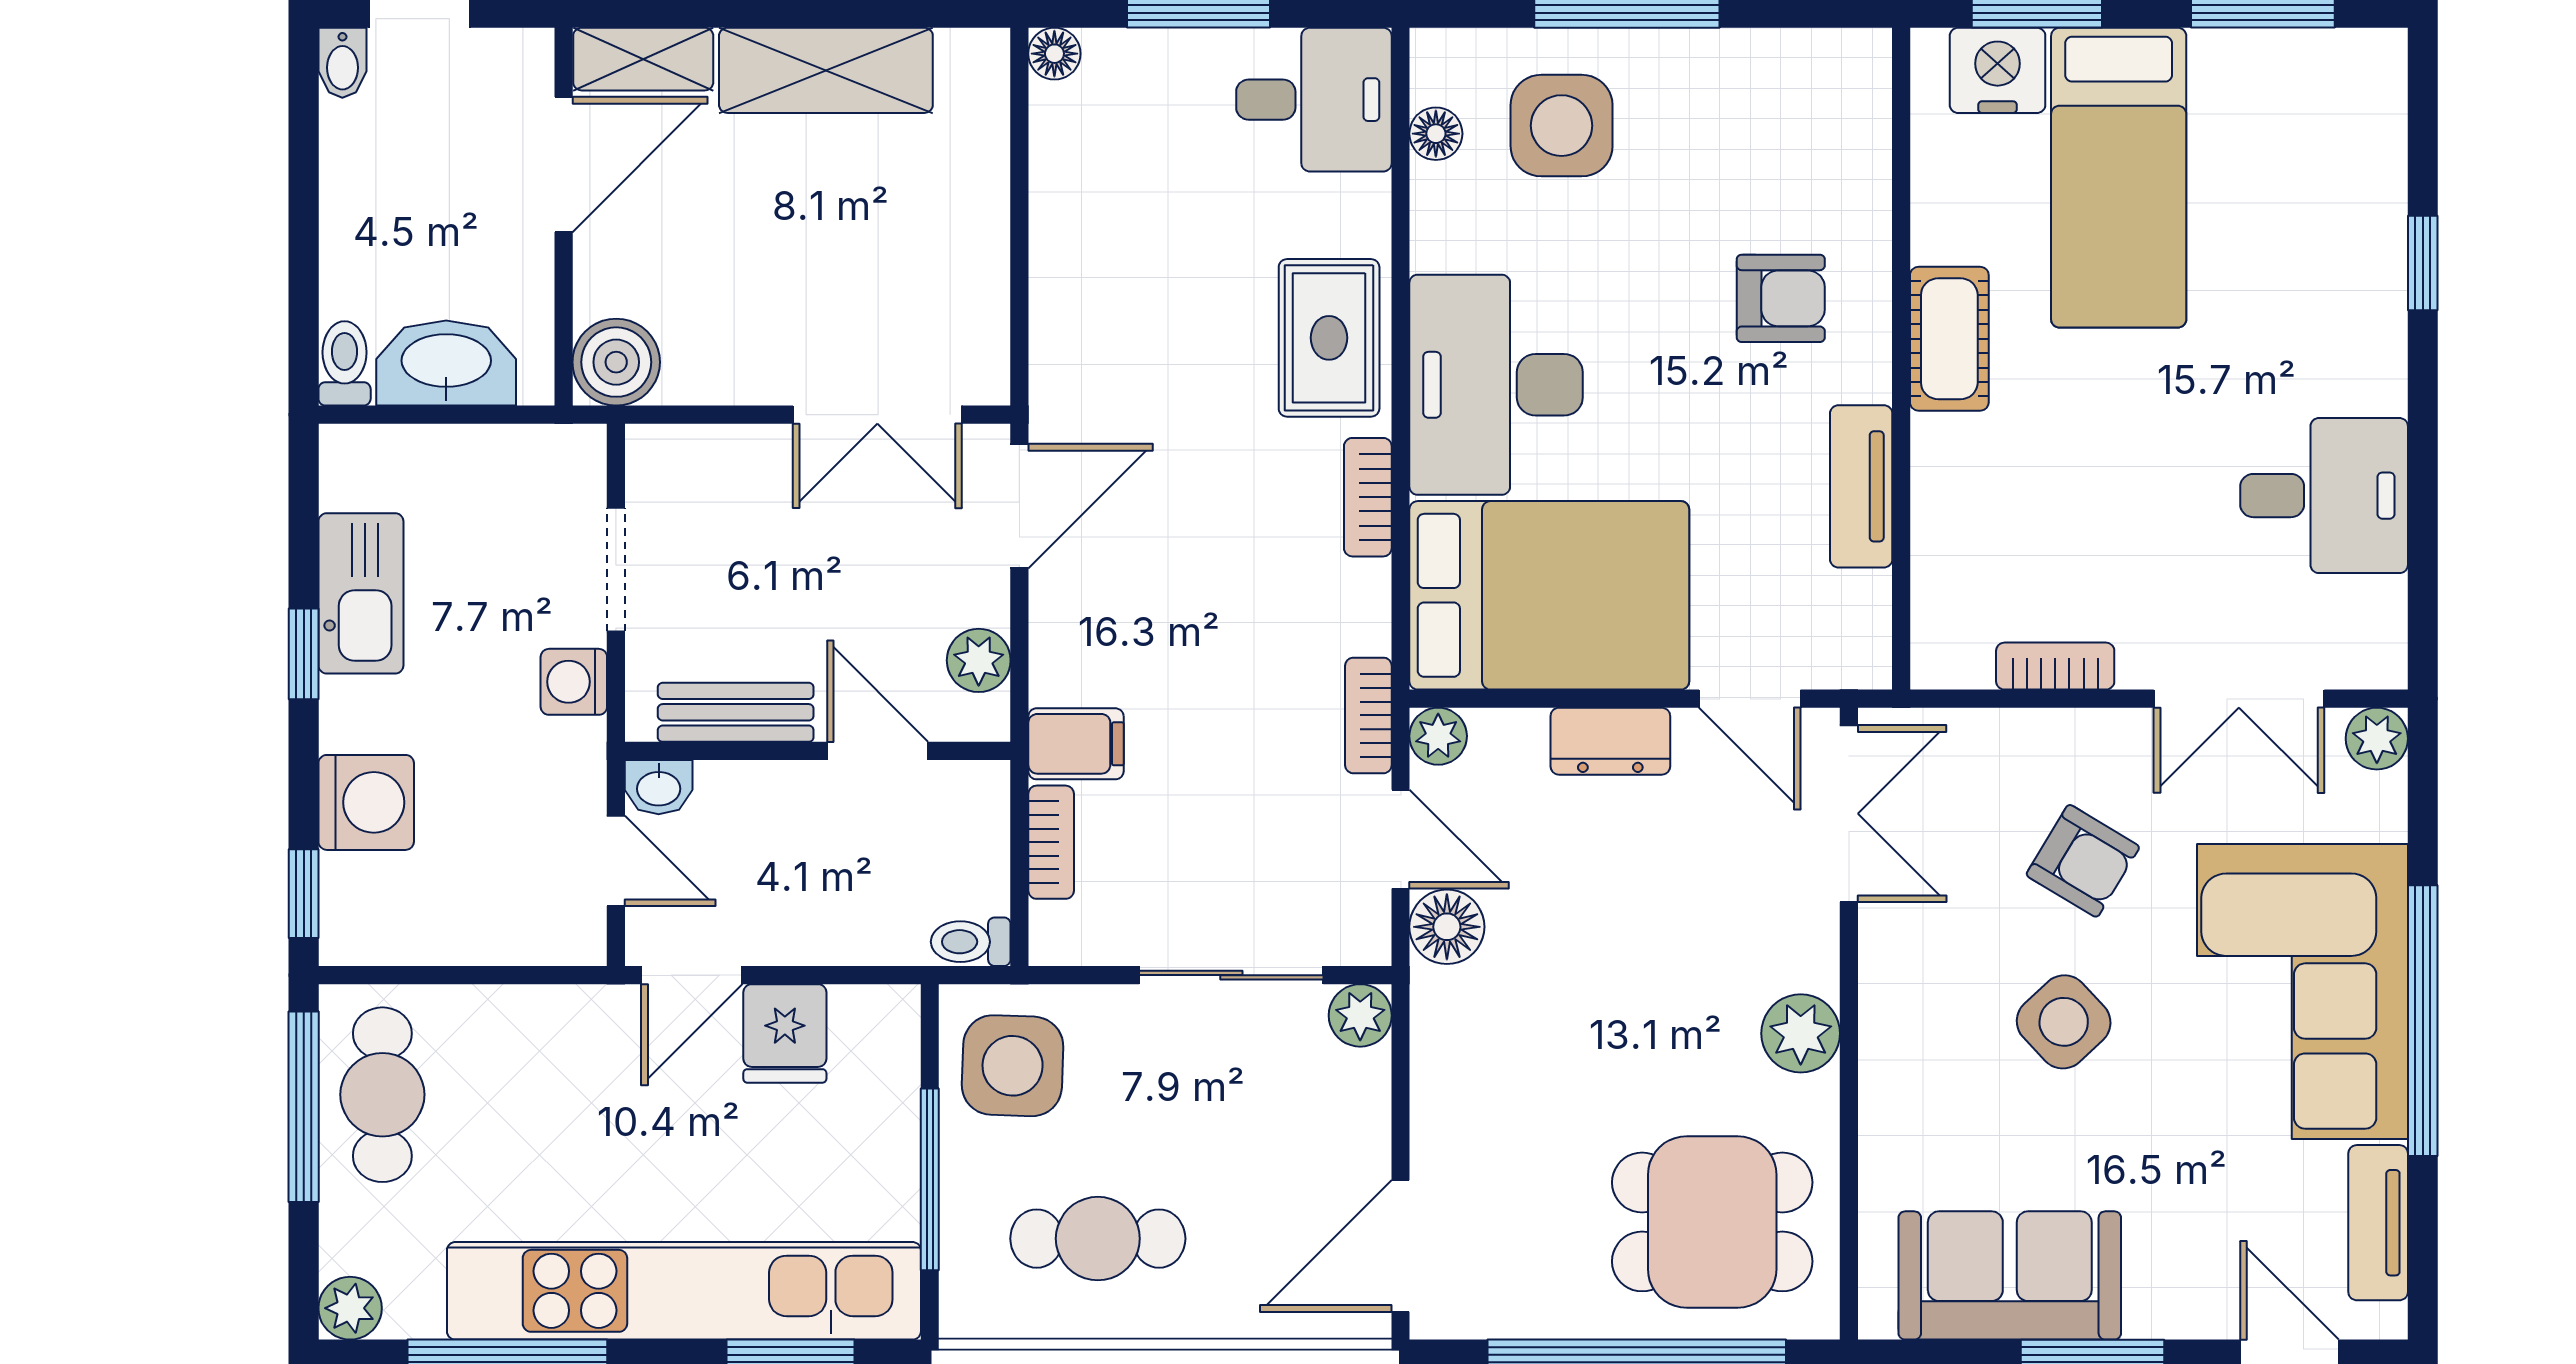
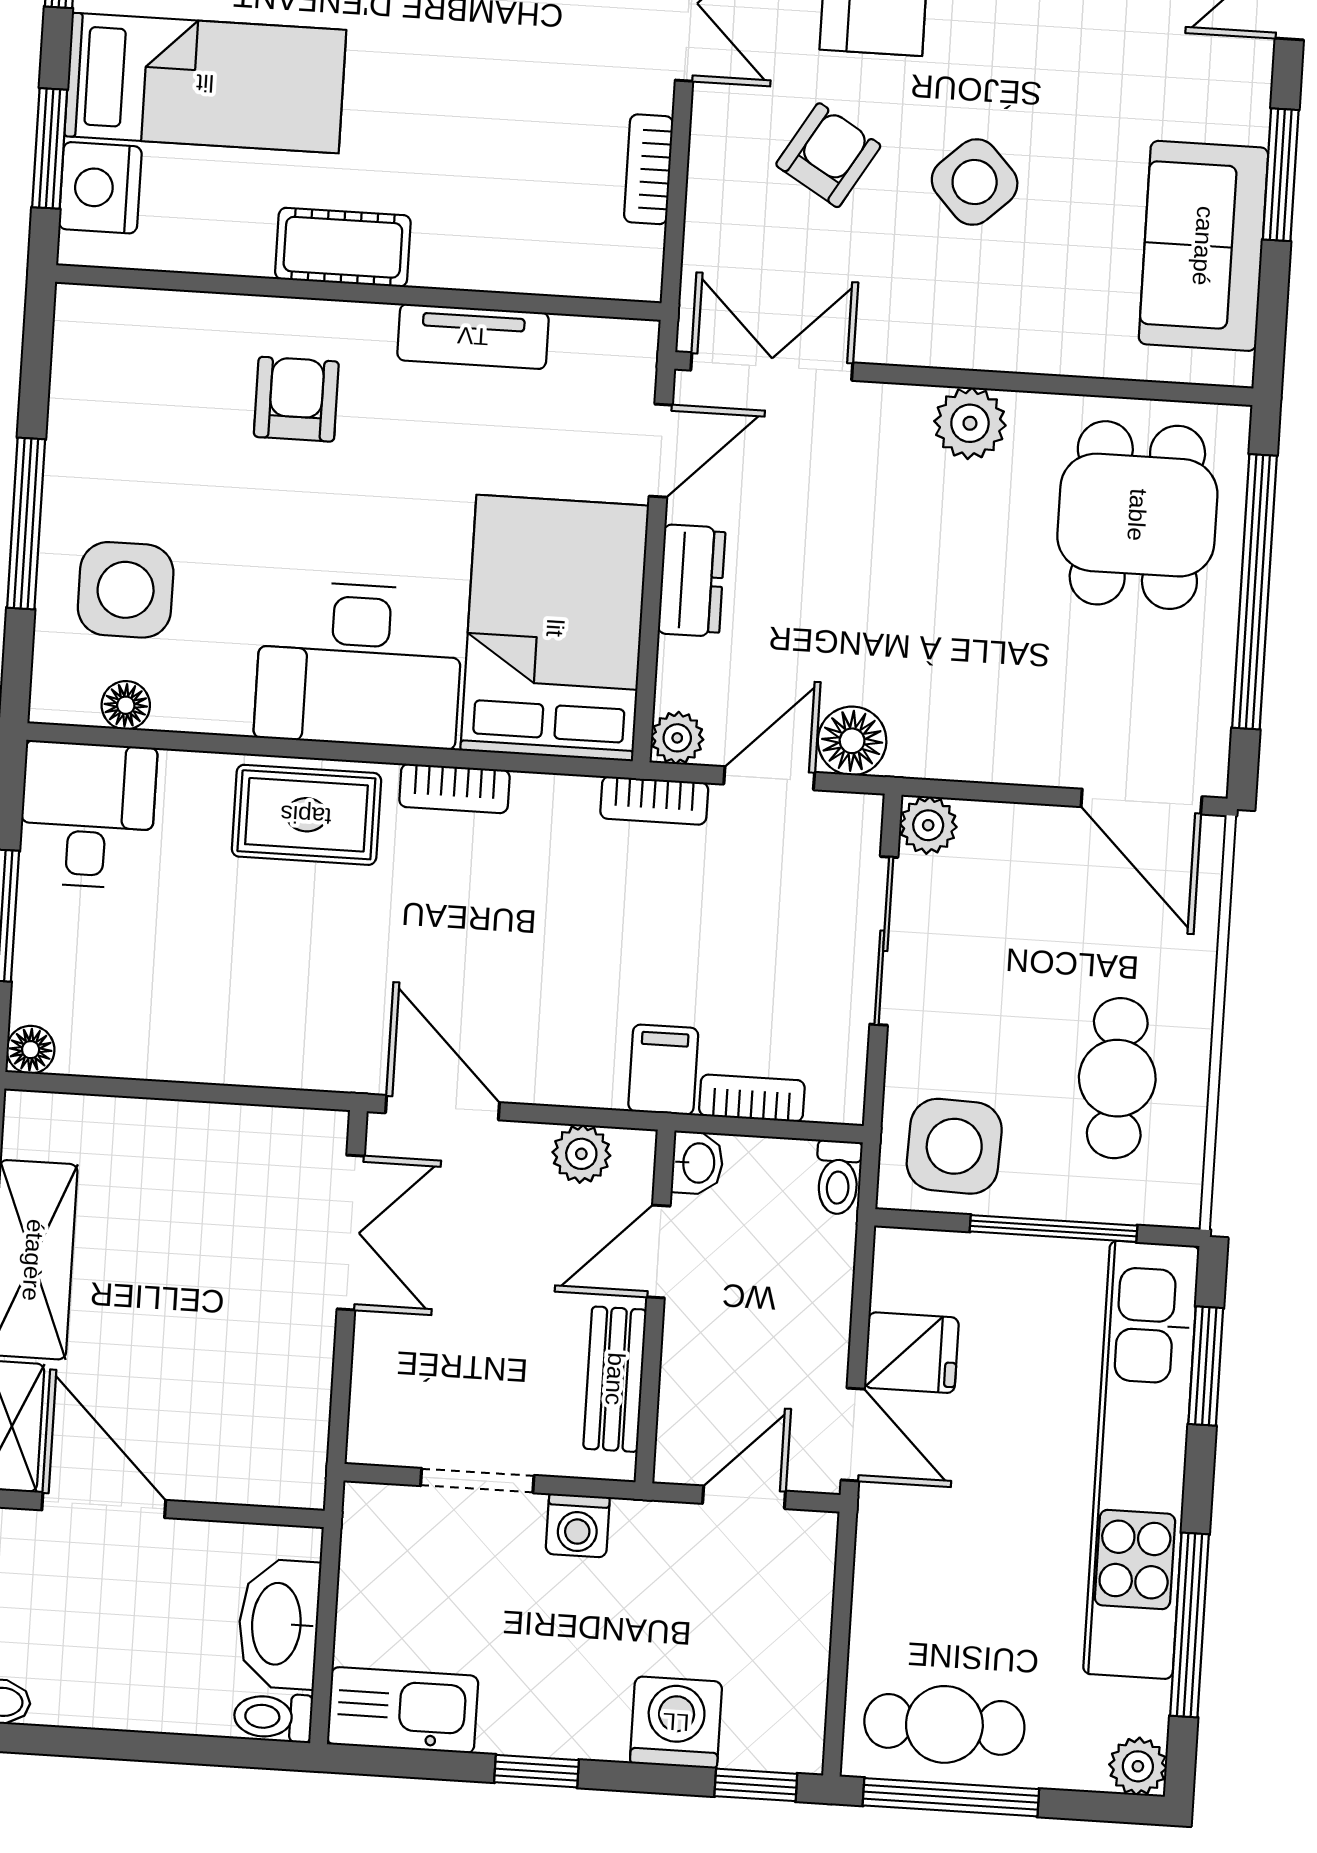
boiler: (616, 362) -> (288, 1468), removed
kitchen sink: (361, 593) -> (403, 1710), moved
washbasin: (659, 787) -> (697, 1163), moved

